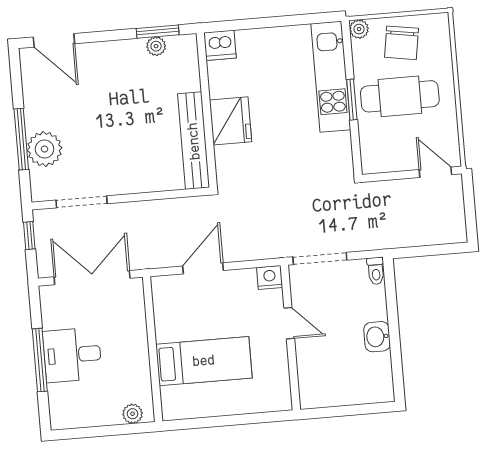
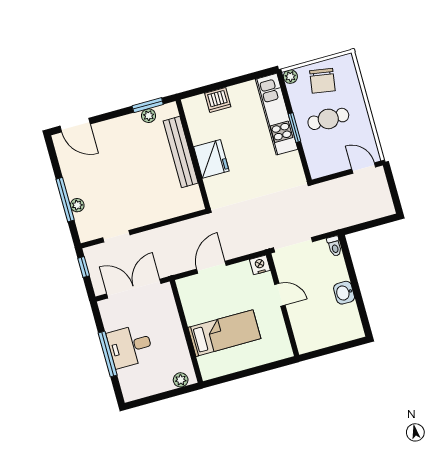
dishwasher: (220, 45) -> (218, 100), moved
cafe table: (400, 96) -> (328, 119), width x0.73, depth x0.74
bench: (194, 141) -> (181, 152), moved
plant: (44, 149) -> (77, 205), width x0.53, depth x0.53
doorway: (82, 202) -> (116, 236), width x0.73

